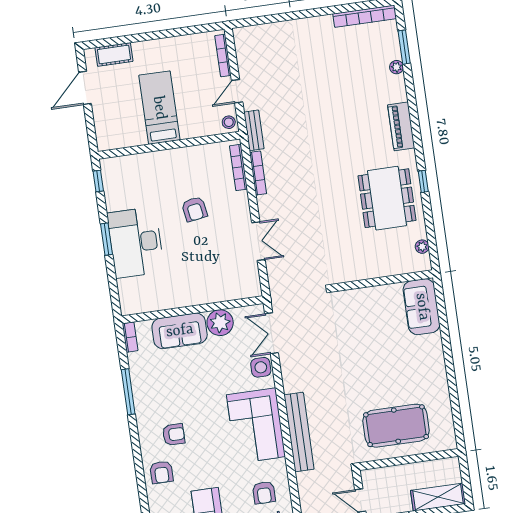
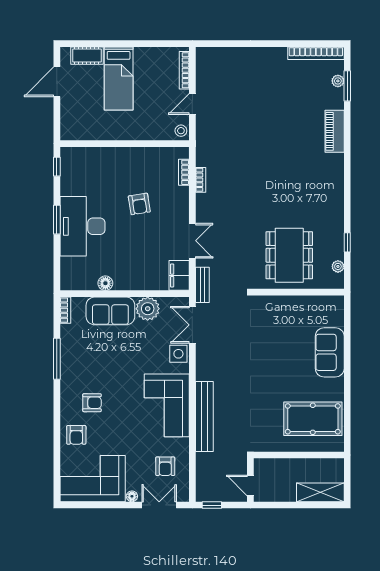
plant: (397, 67) -> (338, 81), moved
bed: (159, 108) -> (119, 78), moved, turned 180
piano: (401, 126) -> (335, 131), moved
bench: (254, 130) -> (202, 285), moved
bookcase: (238, 167) -> (184, 172), width x0.64
bookcase: (258, 173) -> (201, 180), width x0.64
window: (423, 181) -> (347, 242), moved
dining table: (387, 198) -> (289, 255), moved
filing cabinet: (249, 281) -> (179, 275), added
floor lamp: (170, 301) -> (105, 283), added
sofa: (422, 307) -> (330, 352), moved
pool table: (396, 426) -> (313, 419), moved

